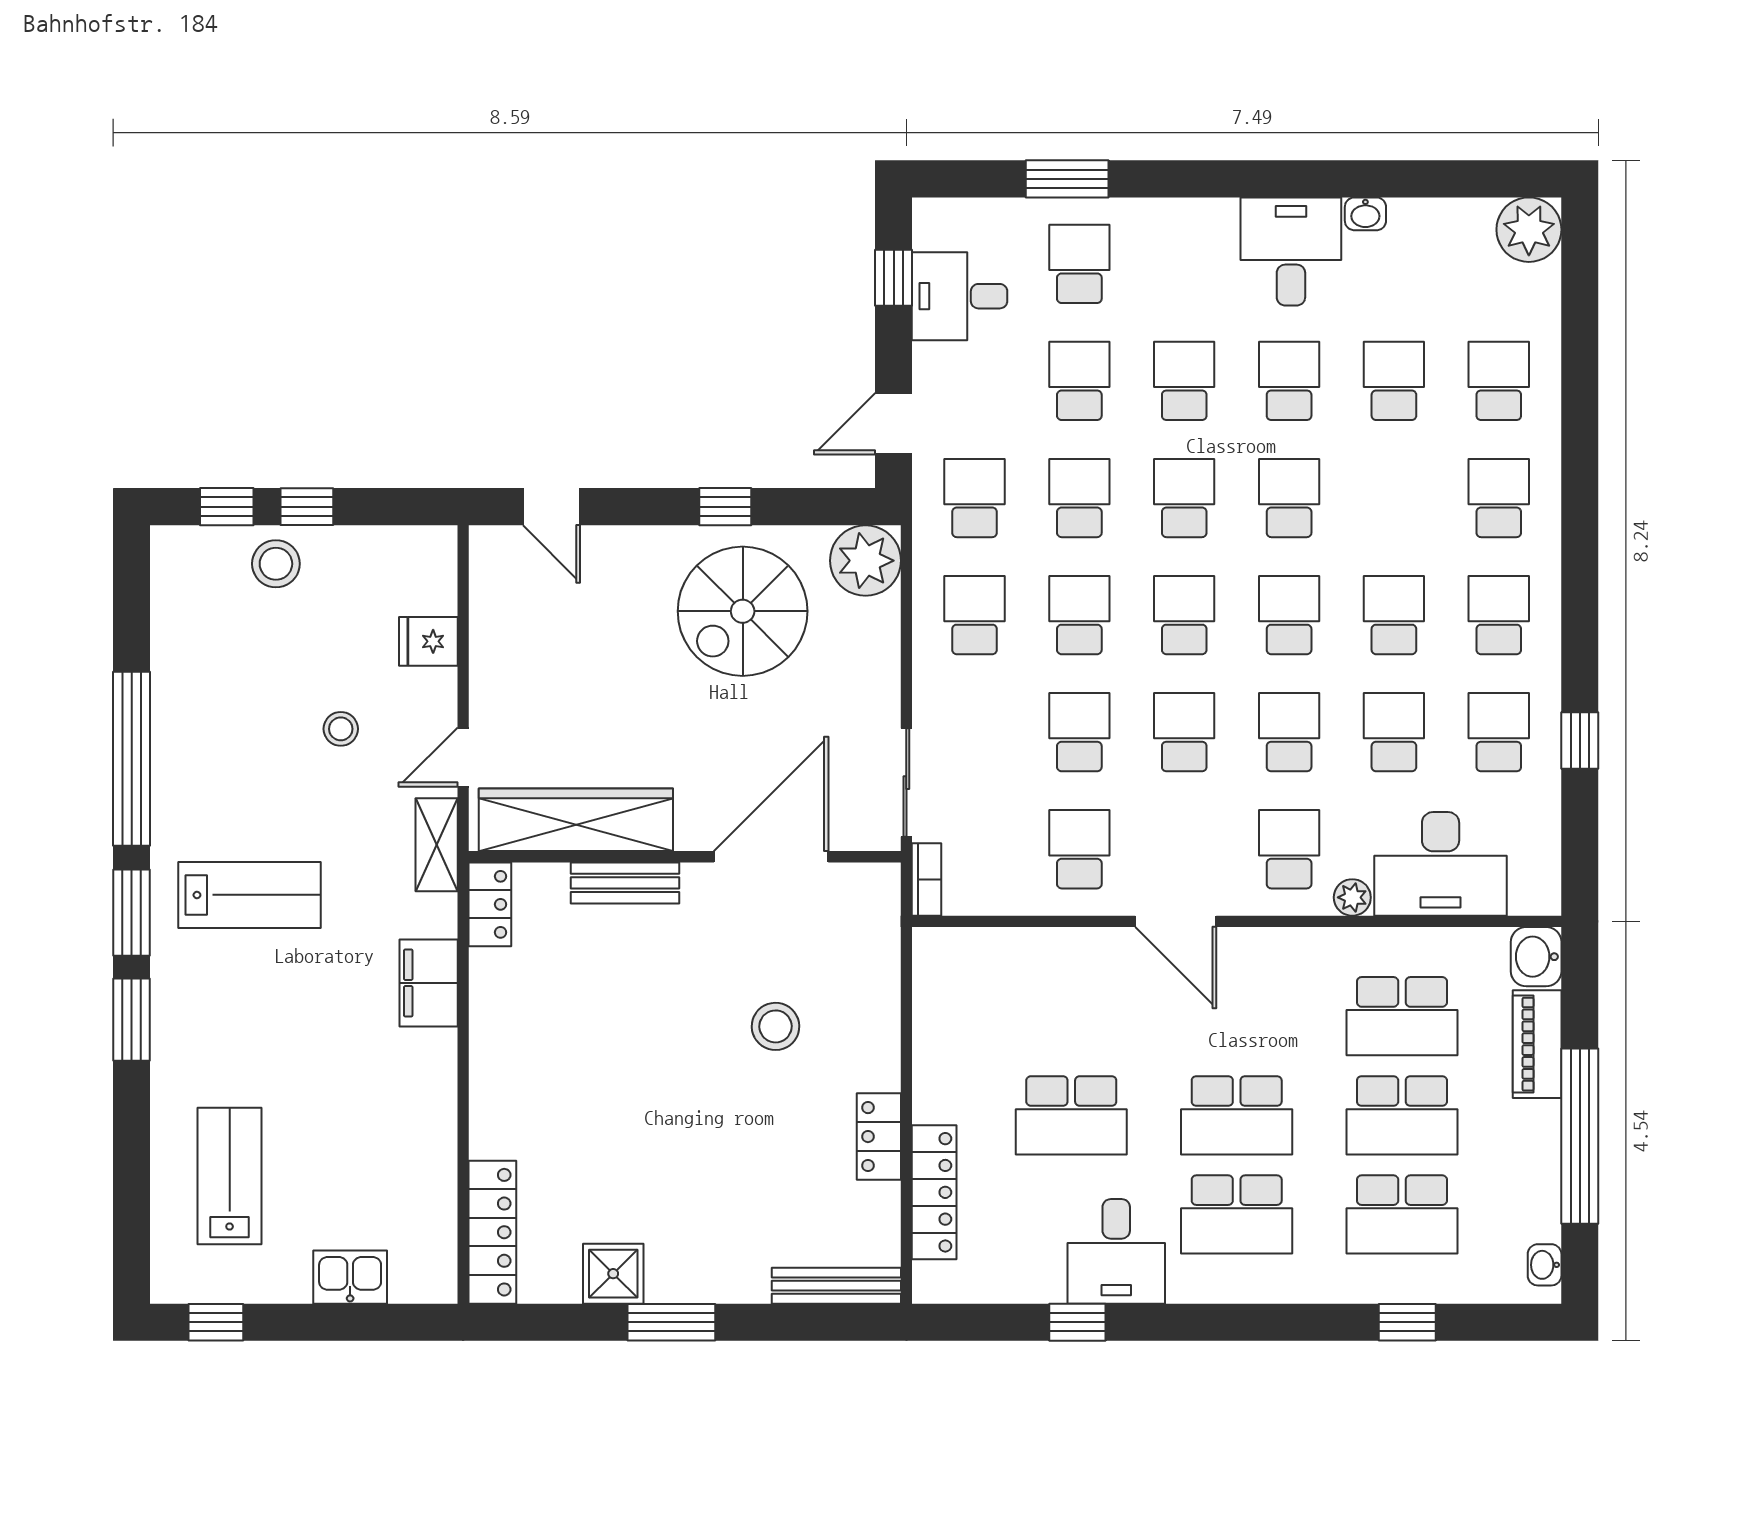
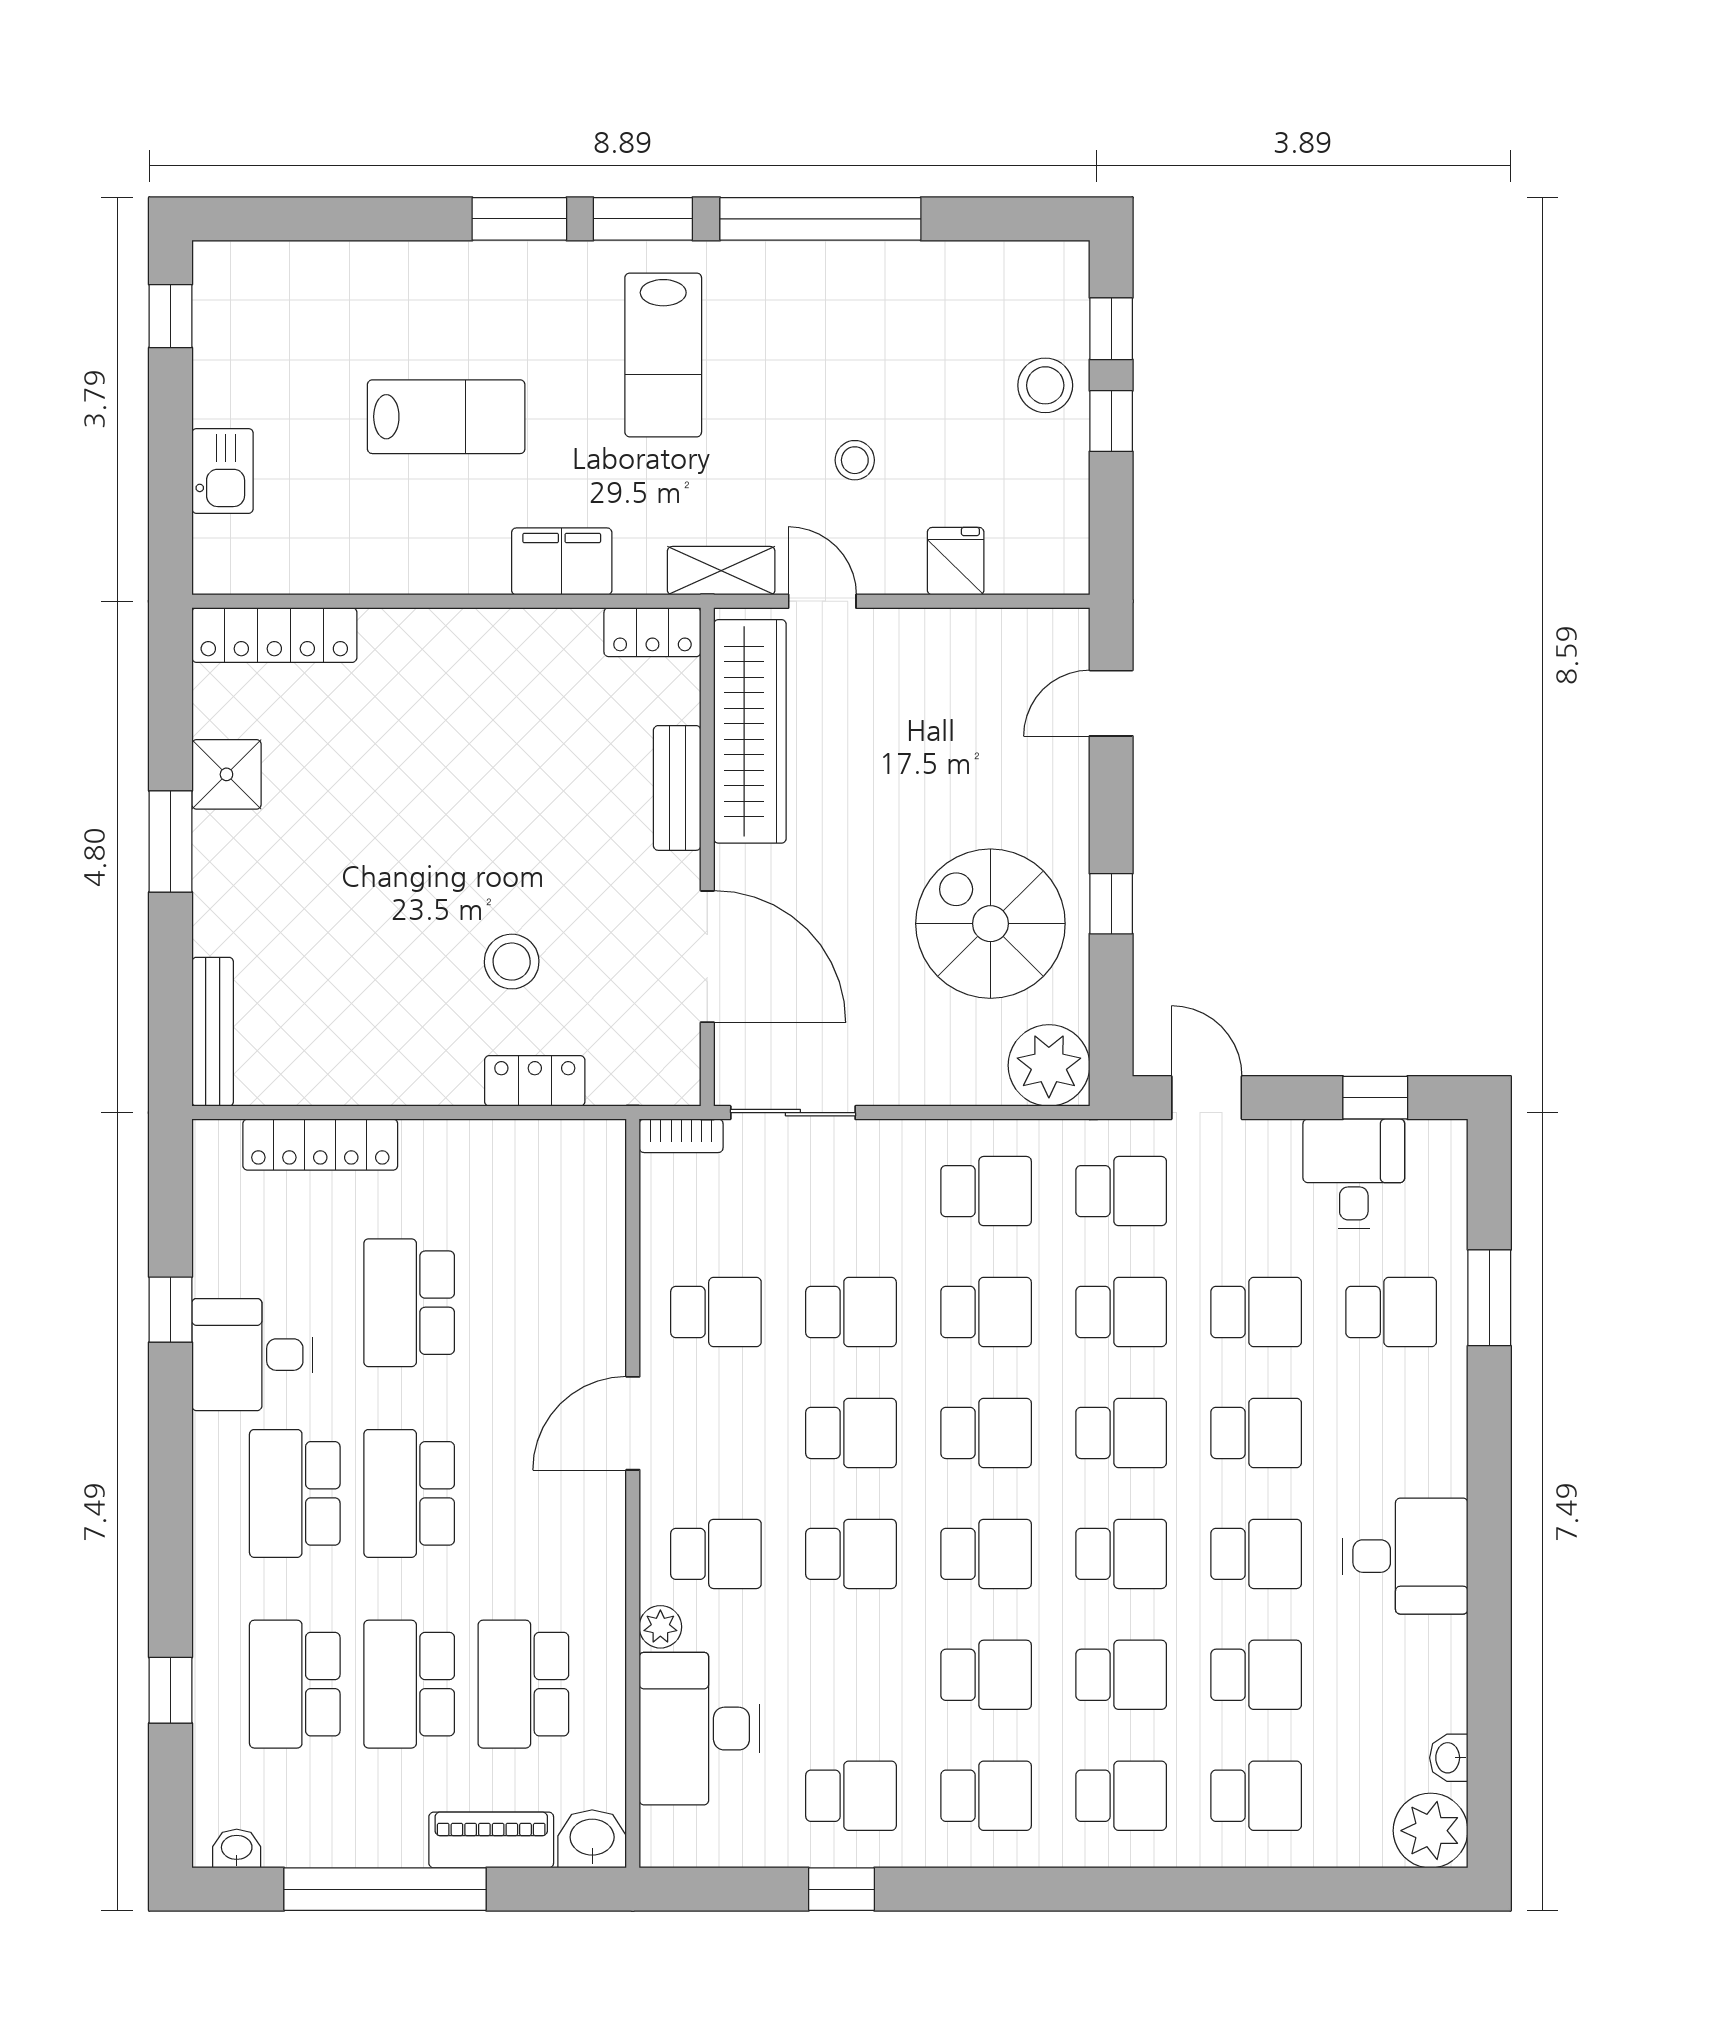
washbasin: (1365, 214) -> (1449, 1758), moved
school desk: (1394, 732) -> (1121, 1675), moved
locker: (879, 1137) -> (535, 1081), moved
lab bench: (230, 1176) -> (446, 417), moved

